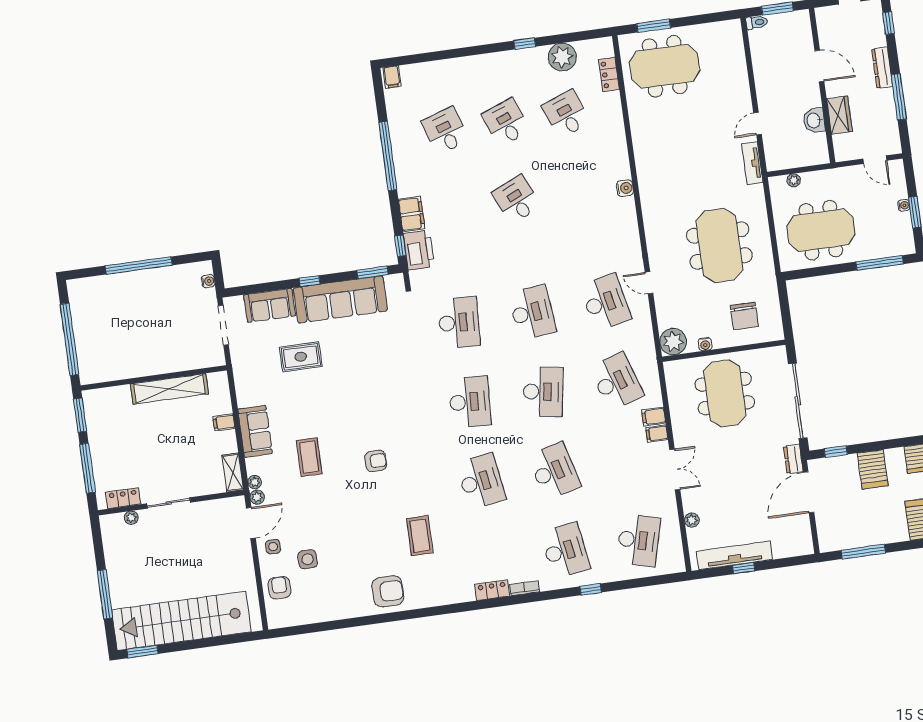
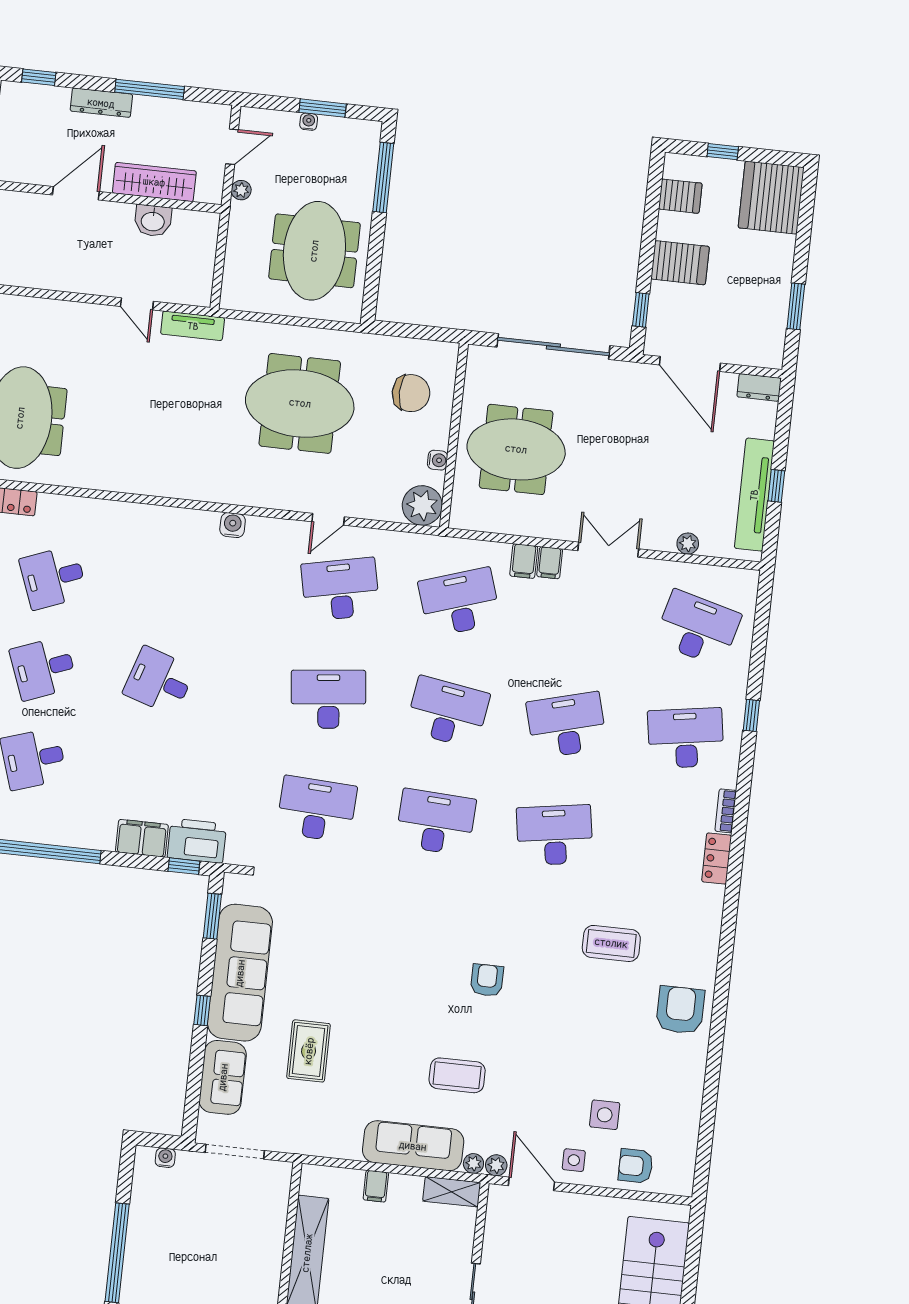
wardrobe: (839, 115) -> (154, 182), width x1.50
plant: (794, 180) -> (241, 190), moved
water cooler: (625, 188) -> (233, 525), moved
desk: (517, 199) -> (159, 681), turned 42
sofa: (255, 431) -> (413, 1146), width x1.36
dresser: (793, 459) -> (759, 387), moved
window: (863, 552) -> (796, 306), width x0.69

